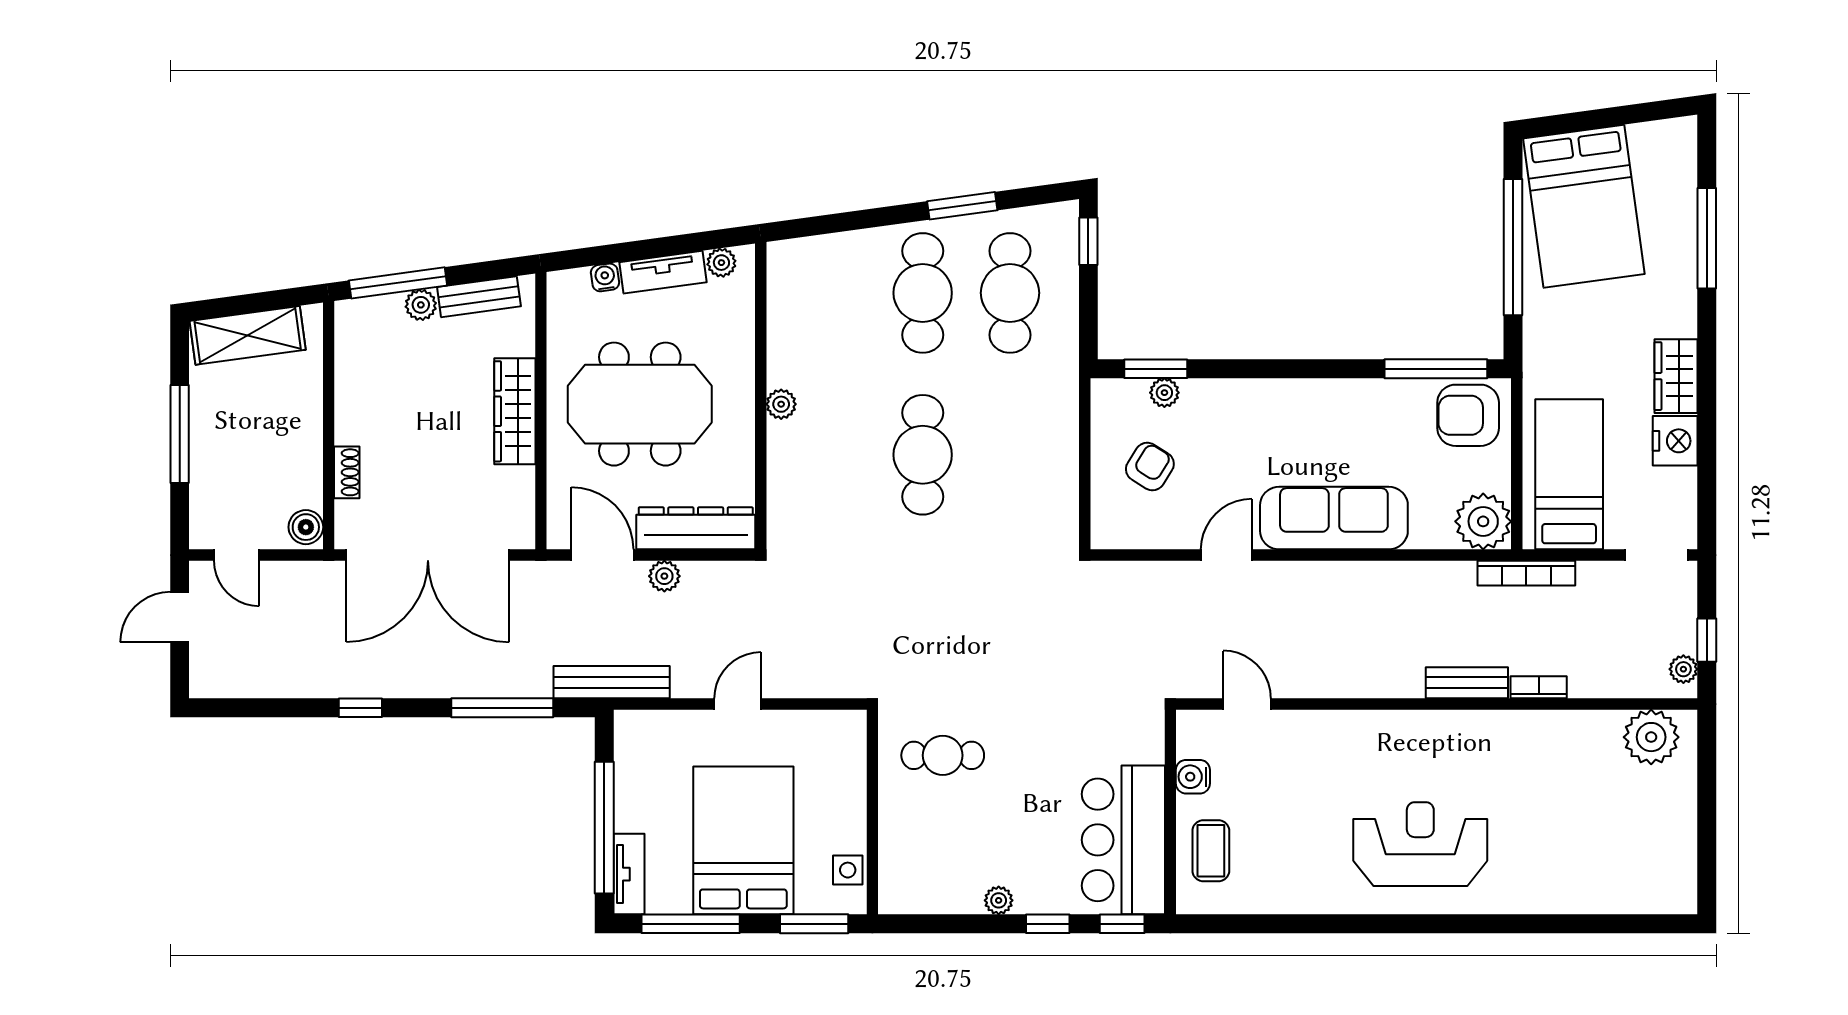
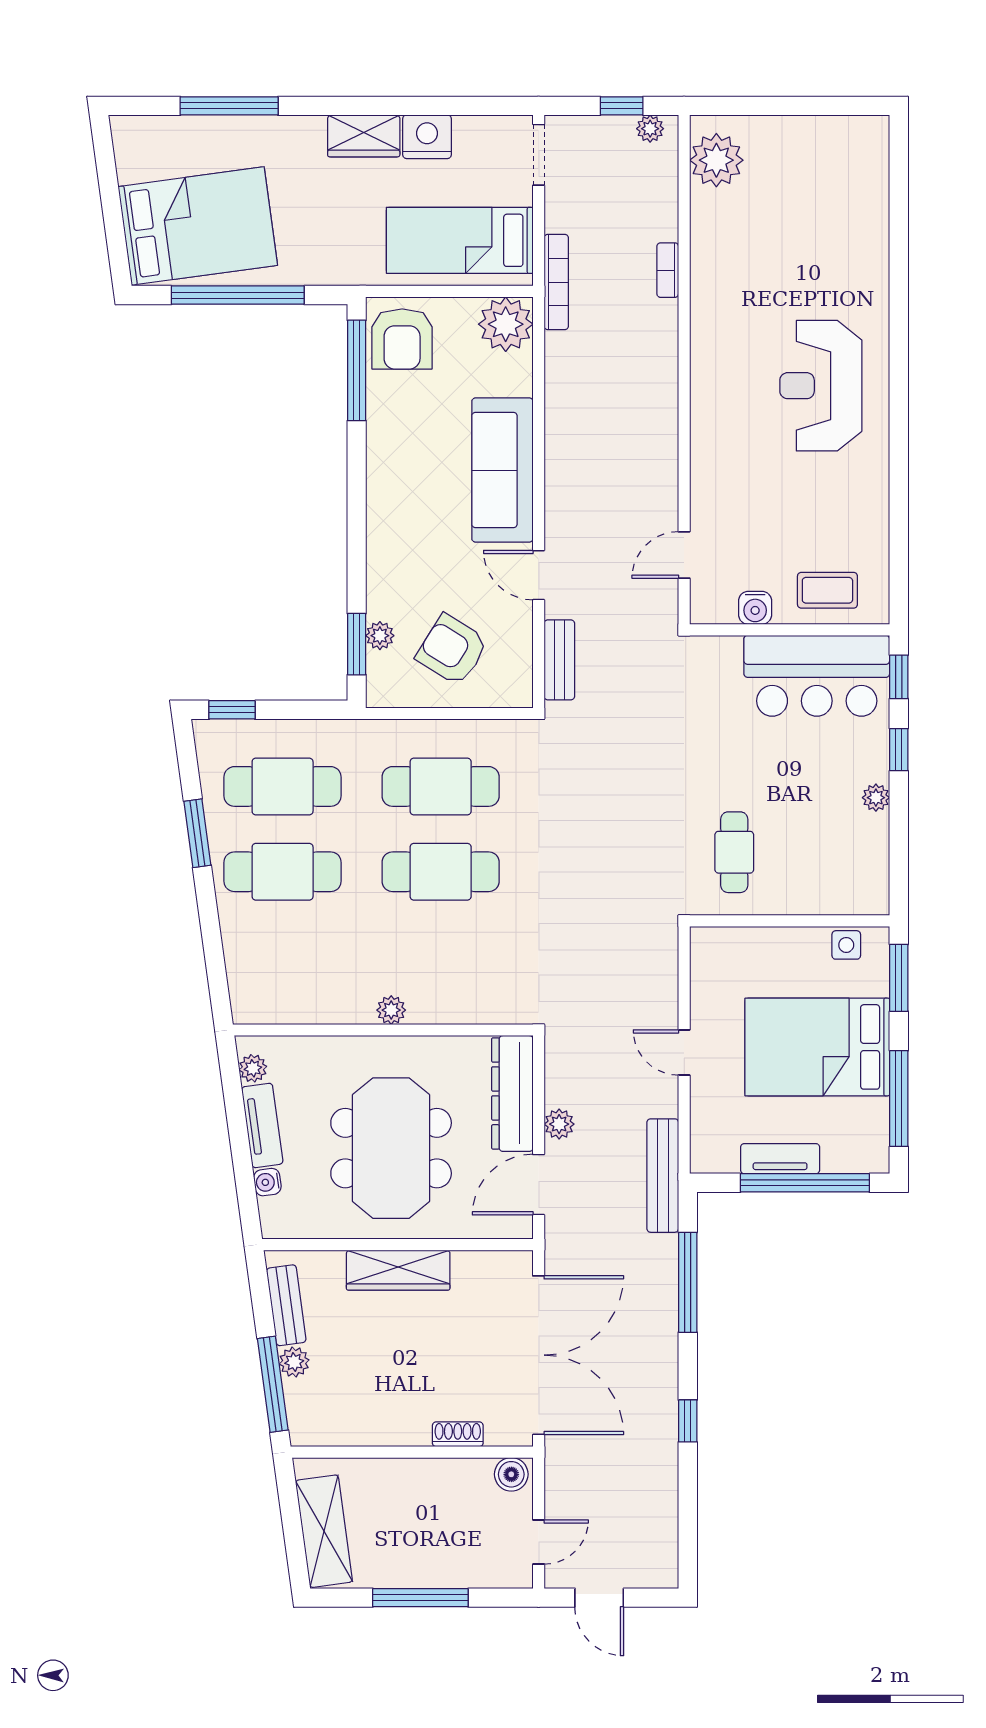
cafe table: (1010, 455) -> (441, 786), added
armchair: (1150, 467) -> (452, 650), width x1.38, depth x1.38
bench: (1467, 683) -> (559, 660), moved
tv unit: (629, 874) -> (780, 1159), moved

